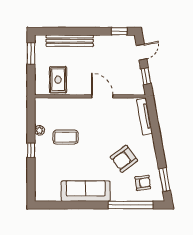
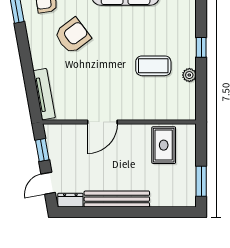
window: (119, 31) -> (79, 212), removed
dresser: (126, 40) -> (70, 200), added
bench: (70, 41) -> (117, 199), moved
door: (102, 96) -> (102, 122), hinge flipped

